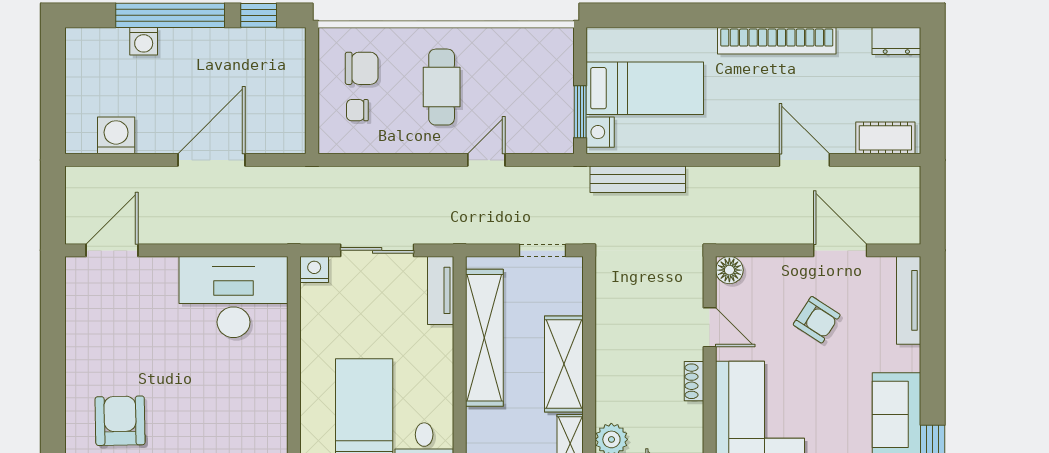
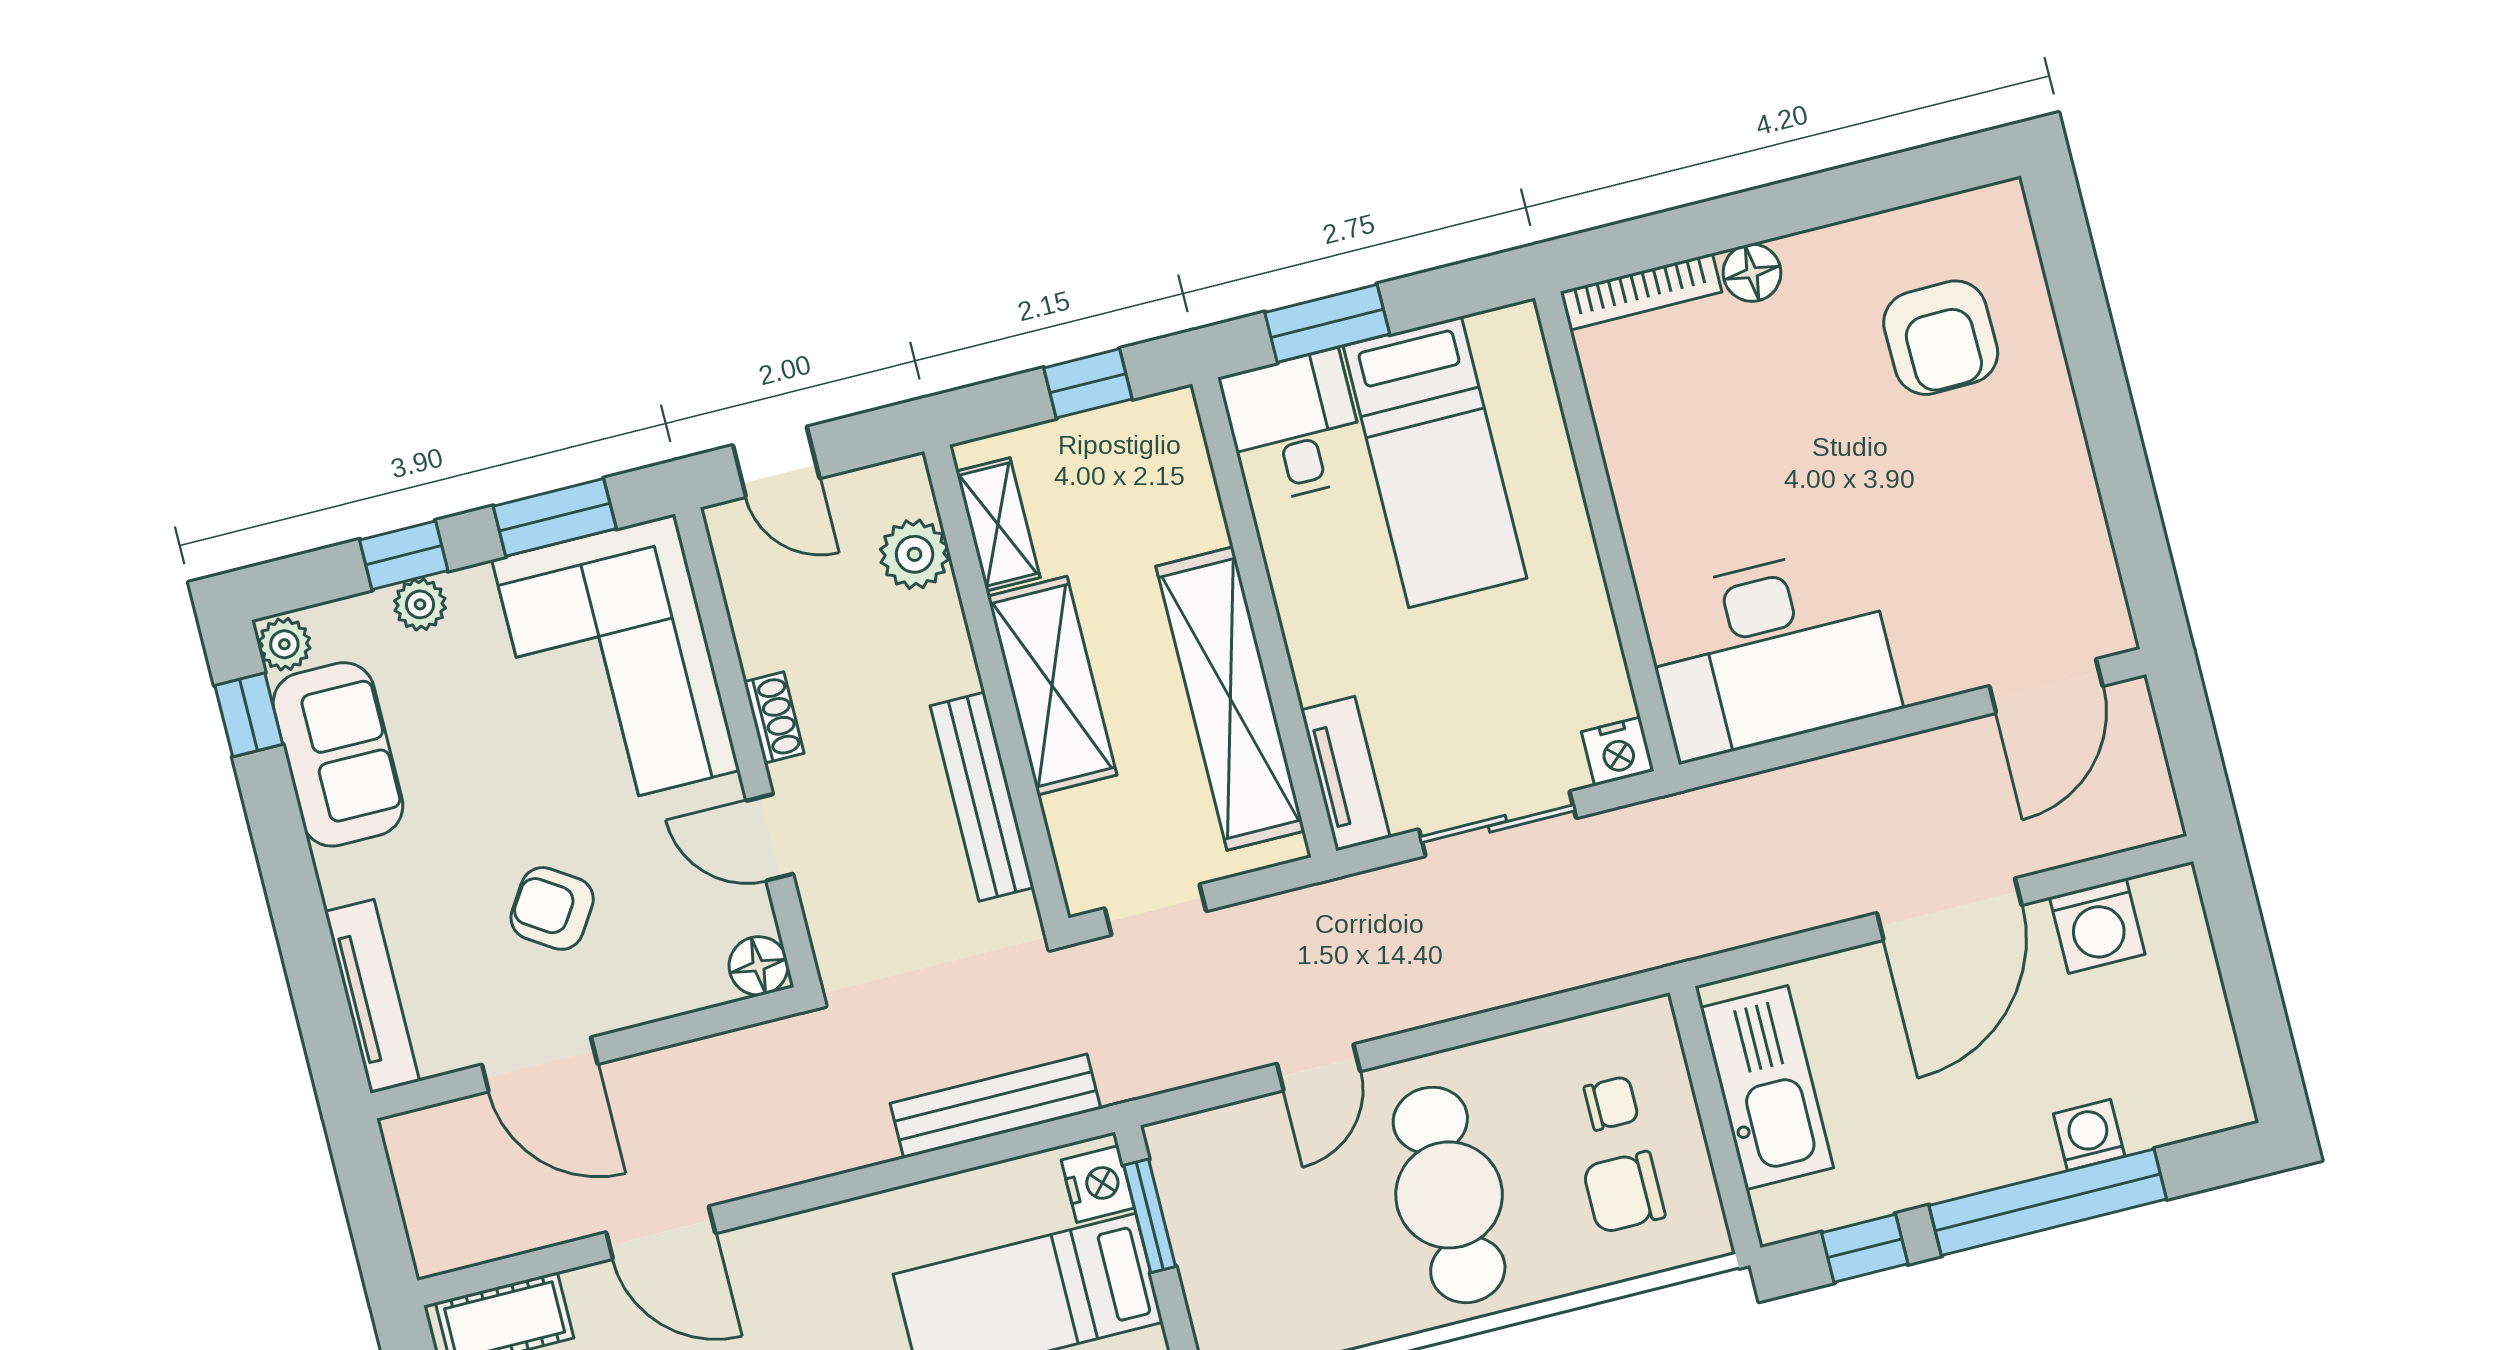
cafe table: (442, 87) -> (1449, 1195), width x1.37, depth x1.35
kitchen sink: (285, 100) -> (1767, 1088), added
door: (211, 160) -> (1949, 909), moved
bench: (608, 321) -> (982, 797), added

